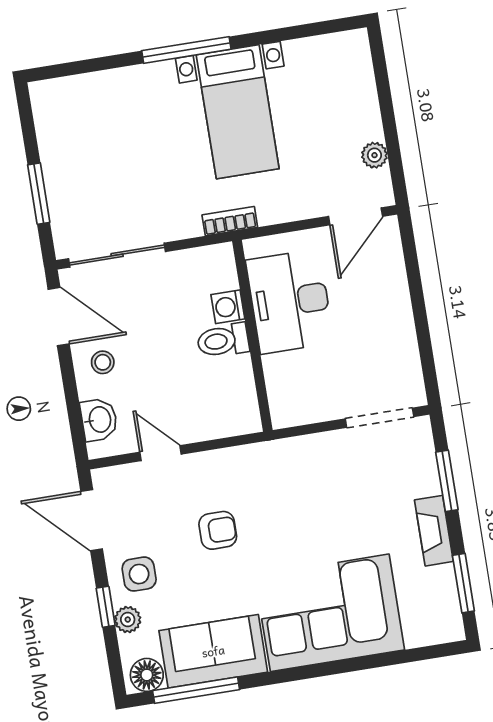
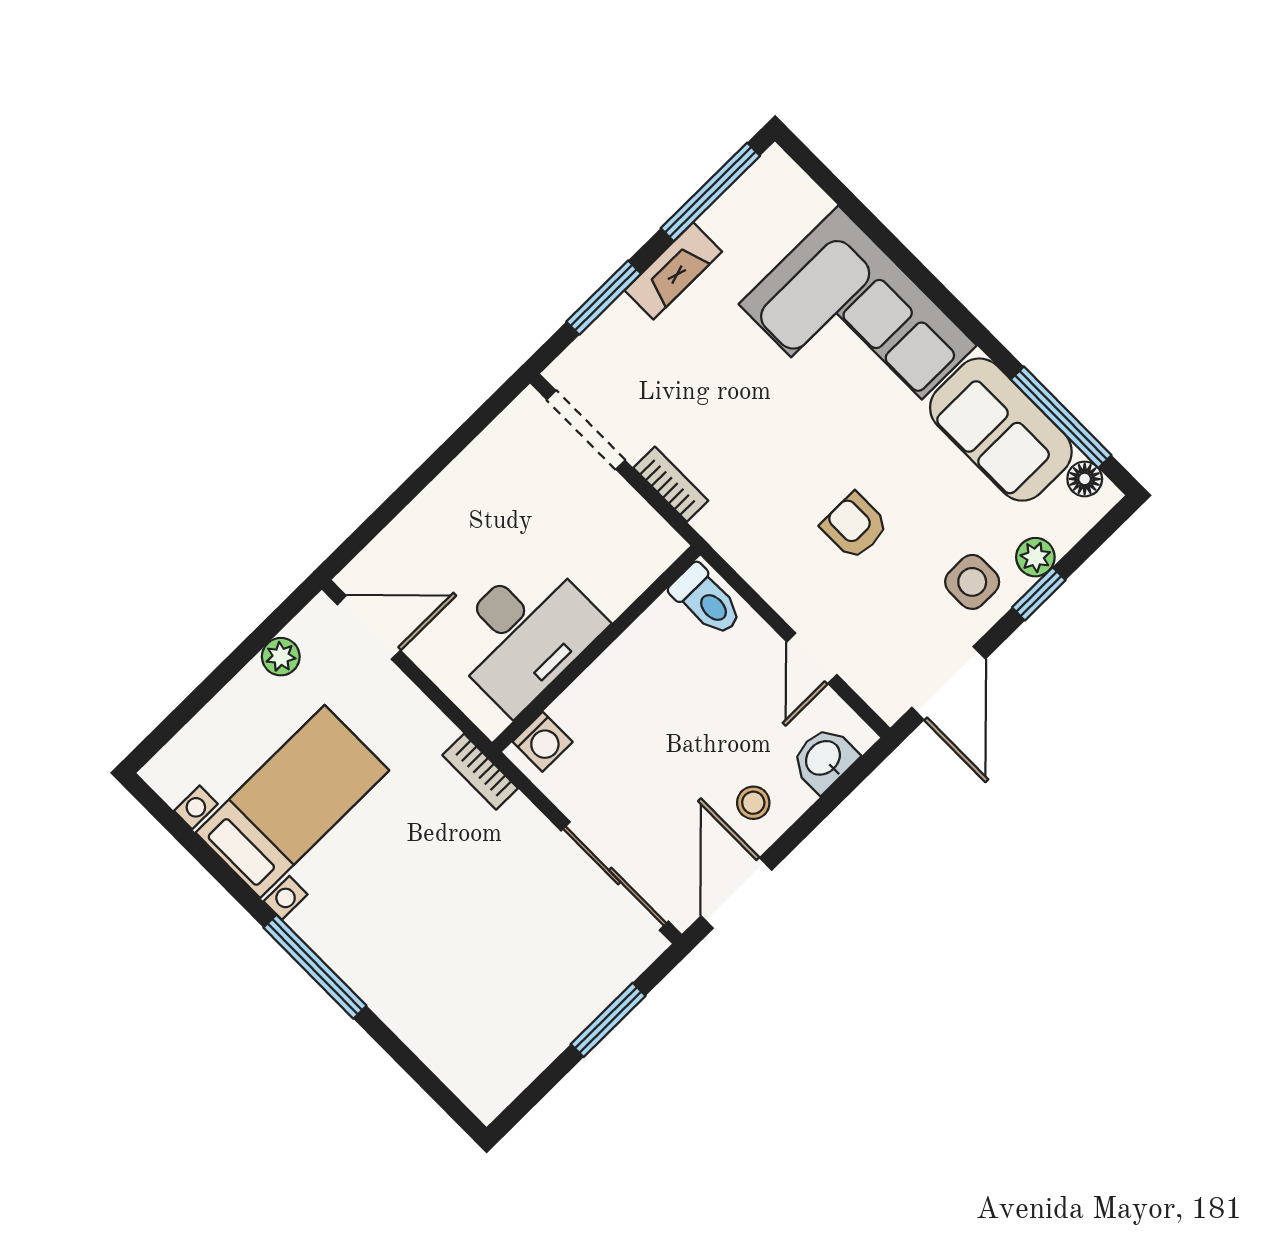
bed with nightstands: (238, 112) -> (292, 802), moved
washing machine: (228, 307) -> (543, 742), moved
toilet: (223, 340) -> (706, 600), moved
bookcase: (315, 444) -> (671, 484), added
window: (463, 583) -> (710, 192), width x1.44
floor lamp: (147, 675) -> (1085, 479), width x0.73, depth x0.73

